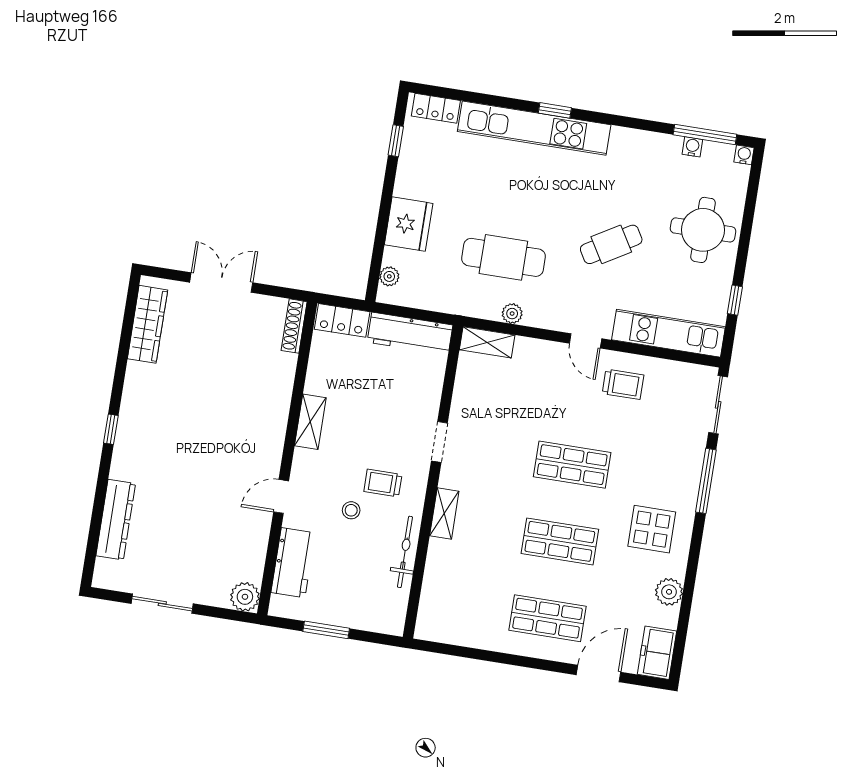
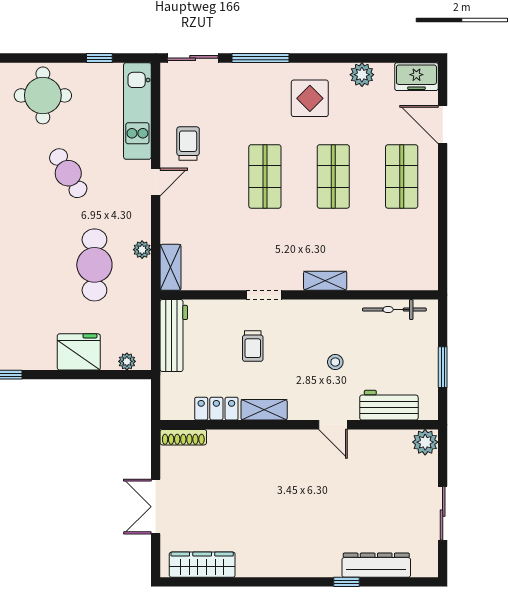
locker: (342, 320) -> (216, 409), moved, turned -90
window: (111, 429) -> (346, 582), moved
trolley: (383, 483) -> (253, 346), moved
bicycle: (405, 552) -> (394, 310), moved

